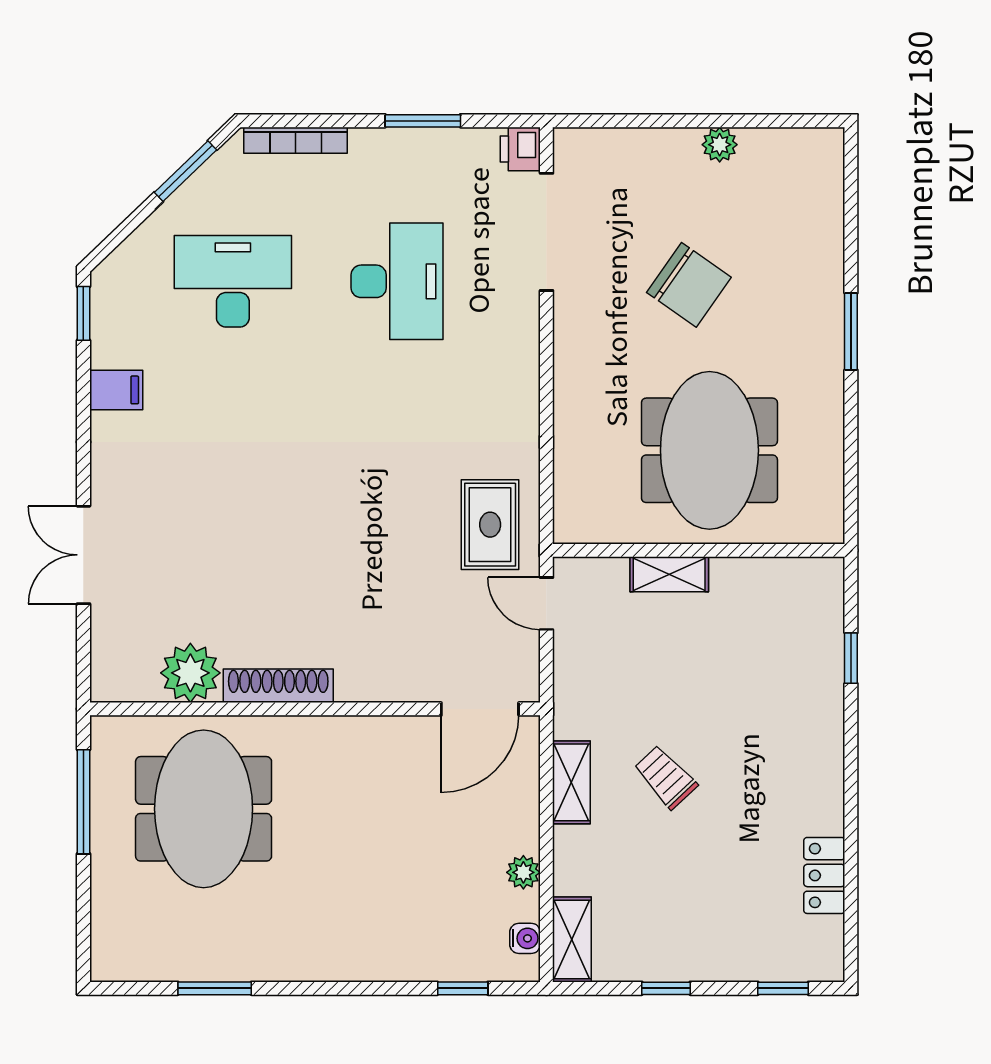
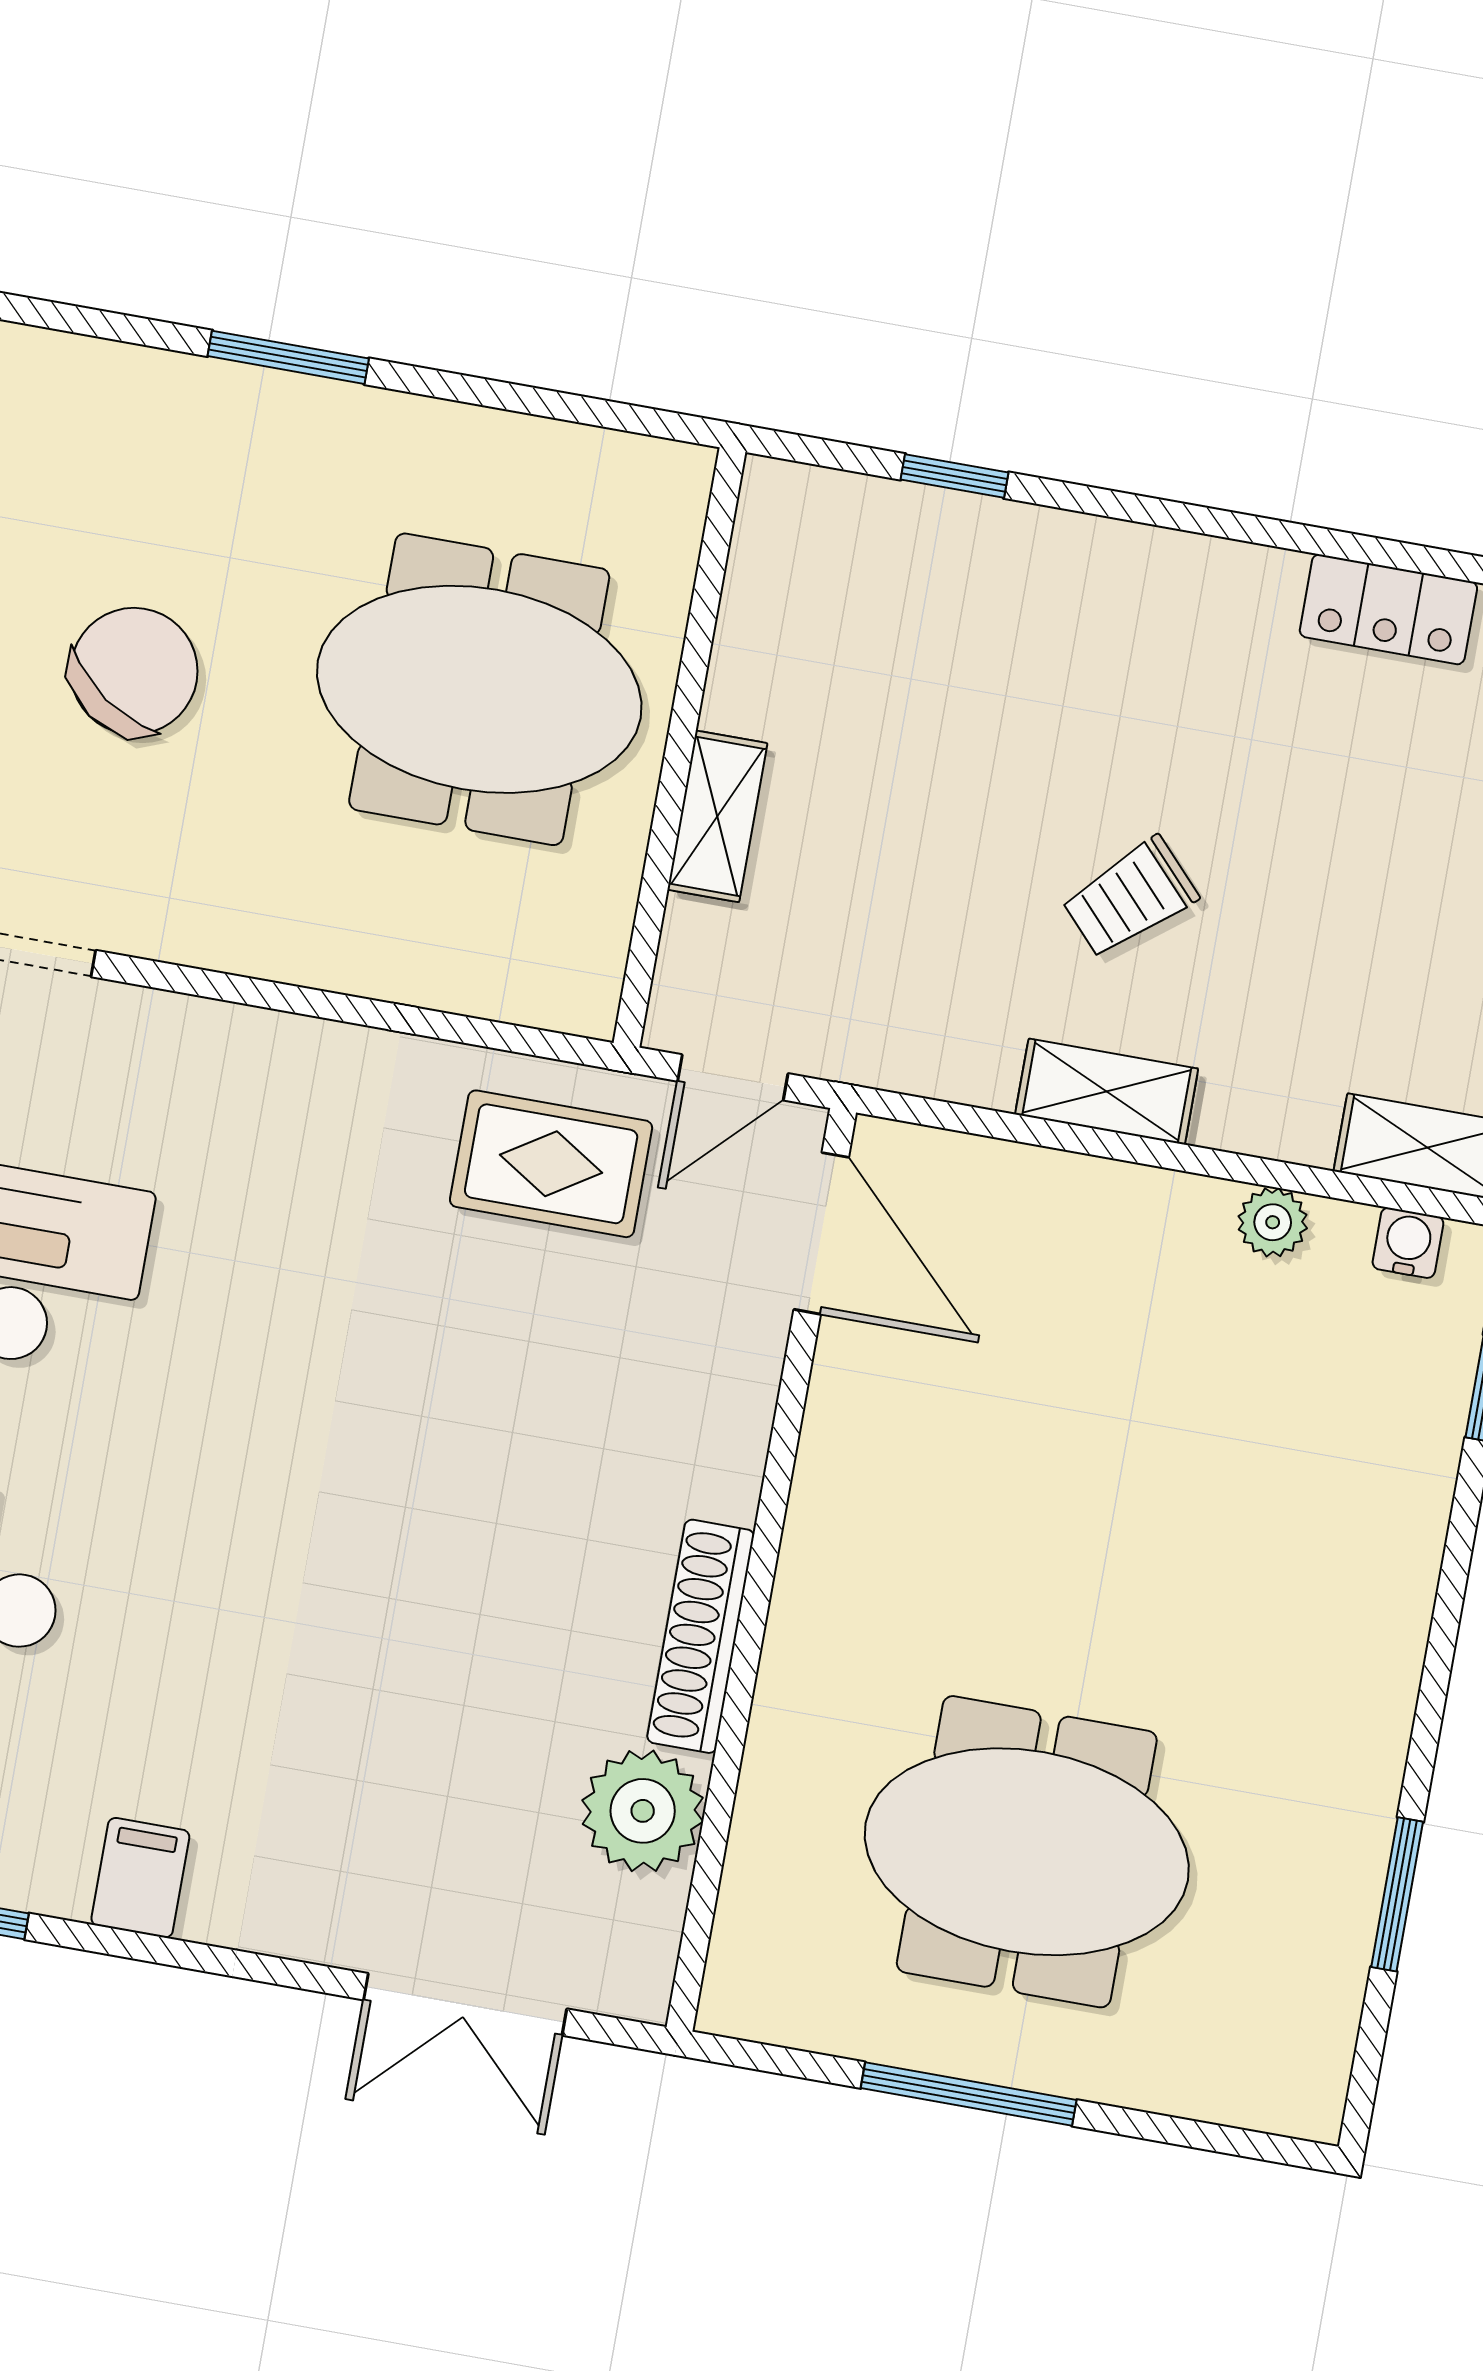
plant: (190, 673) -> (643, 1811), moved
shoe rack: (278, 686) -> (701, 1636), moved
wall: (315, 709) -> (761, 1570), moved
door: (480, 709) -> (821, 1233), moved

